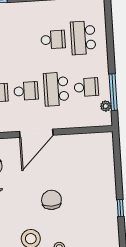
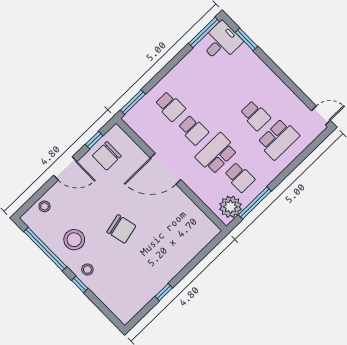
school desk: (83, 38) -> (278, 139), turned 180
plant: (106, 106) -> (230, 207), width x1.88, depth x1.88
chair: (51, 200) -> (121, 229), turned 77

